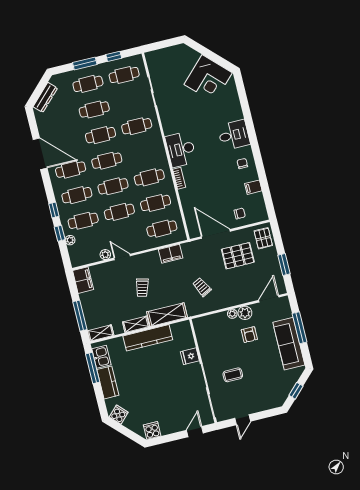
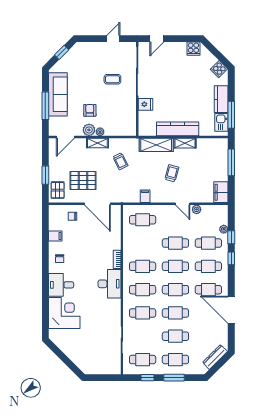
corner desk: (208, 79) -> (64, 313), moved, turned 45
cafe table: (156, 203) -> (143, 290), moved
filing cabinet: (171, 254) -> (145, 196), width x0.50
window: (284, 264) -> (45, 175), moved
shelving: (101, 333) -> (97, 143), moved

